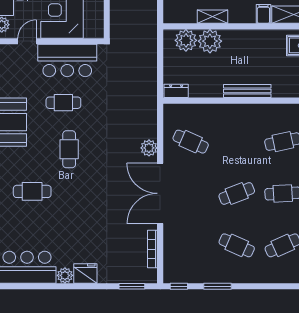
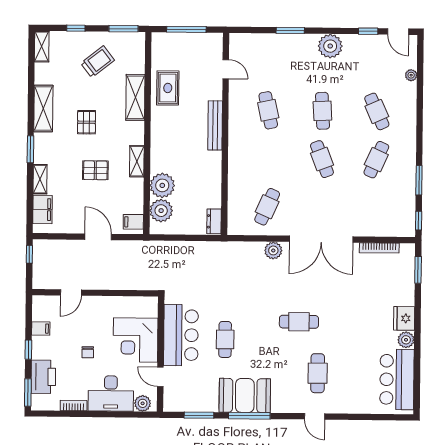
filing cabinet: (263, 14) -> (133, 222), moved
shelving: (212, 17) -> (137, 161), moved
bench: (247, 91) -> (215, 125), moved
cafe table: (69, 149) -> (299, 322), moved

